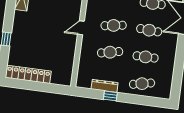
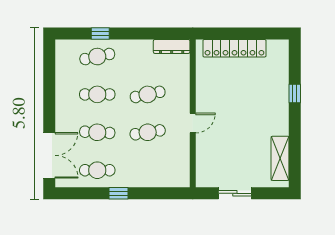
locker: (28, 74) -> (234, 48), moved
dresser: (105, 86) -> (172, 46), moved
window: (110, 96) -> (100, 33), moved

